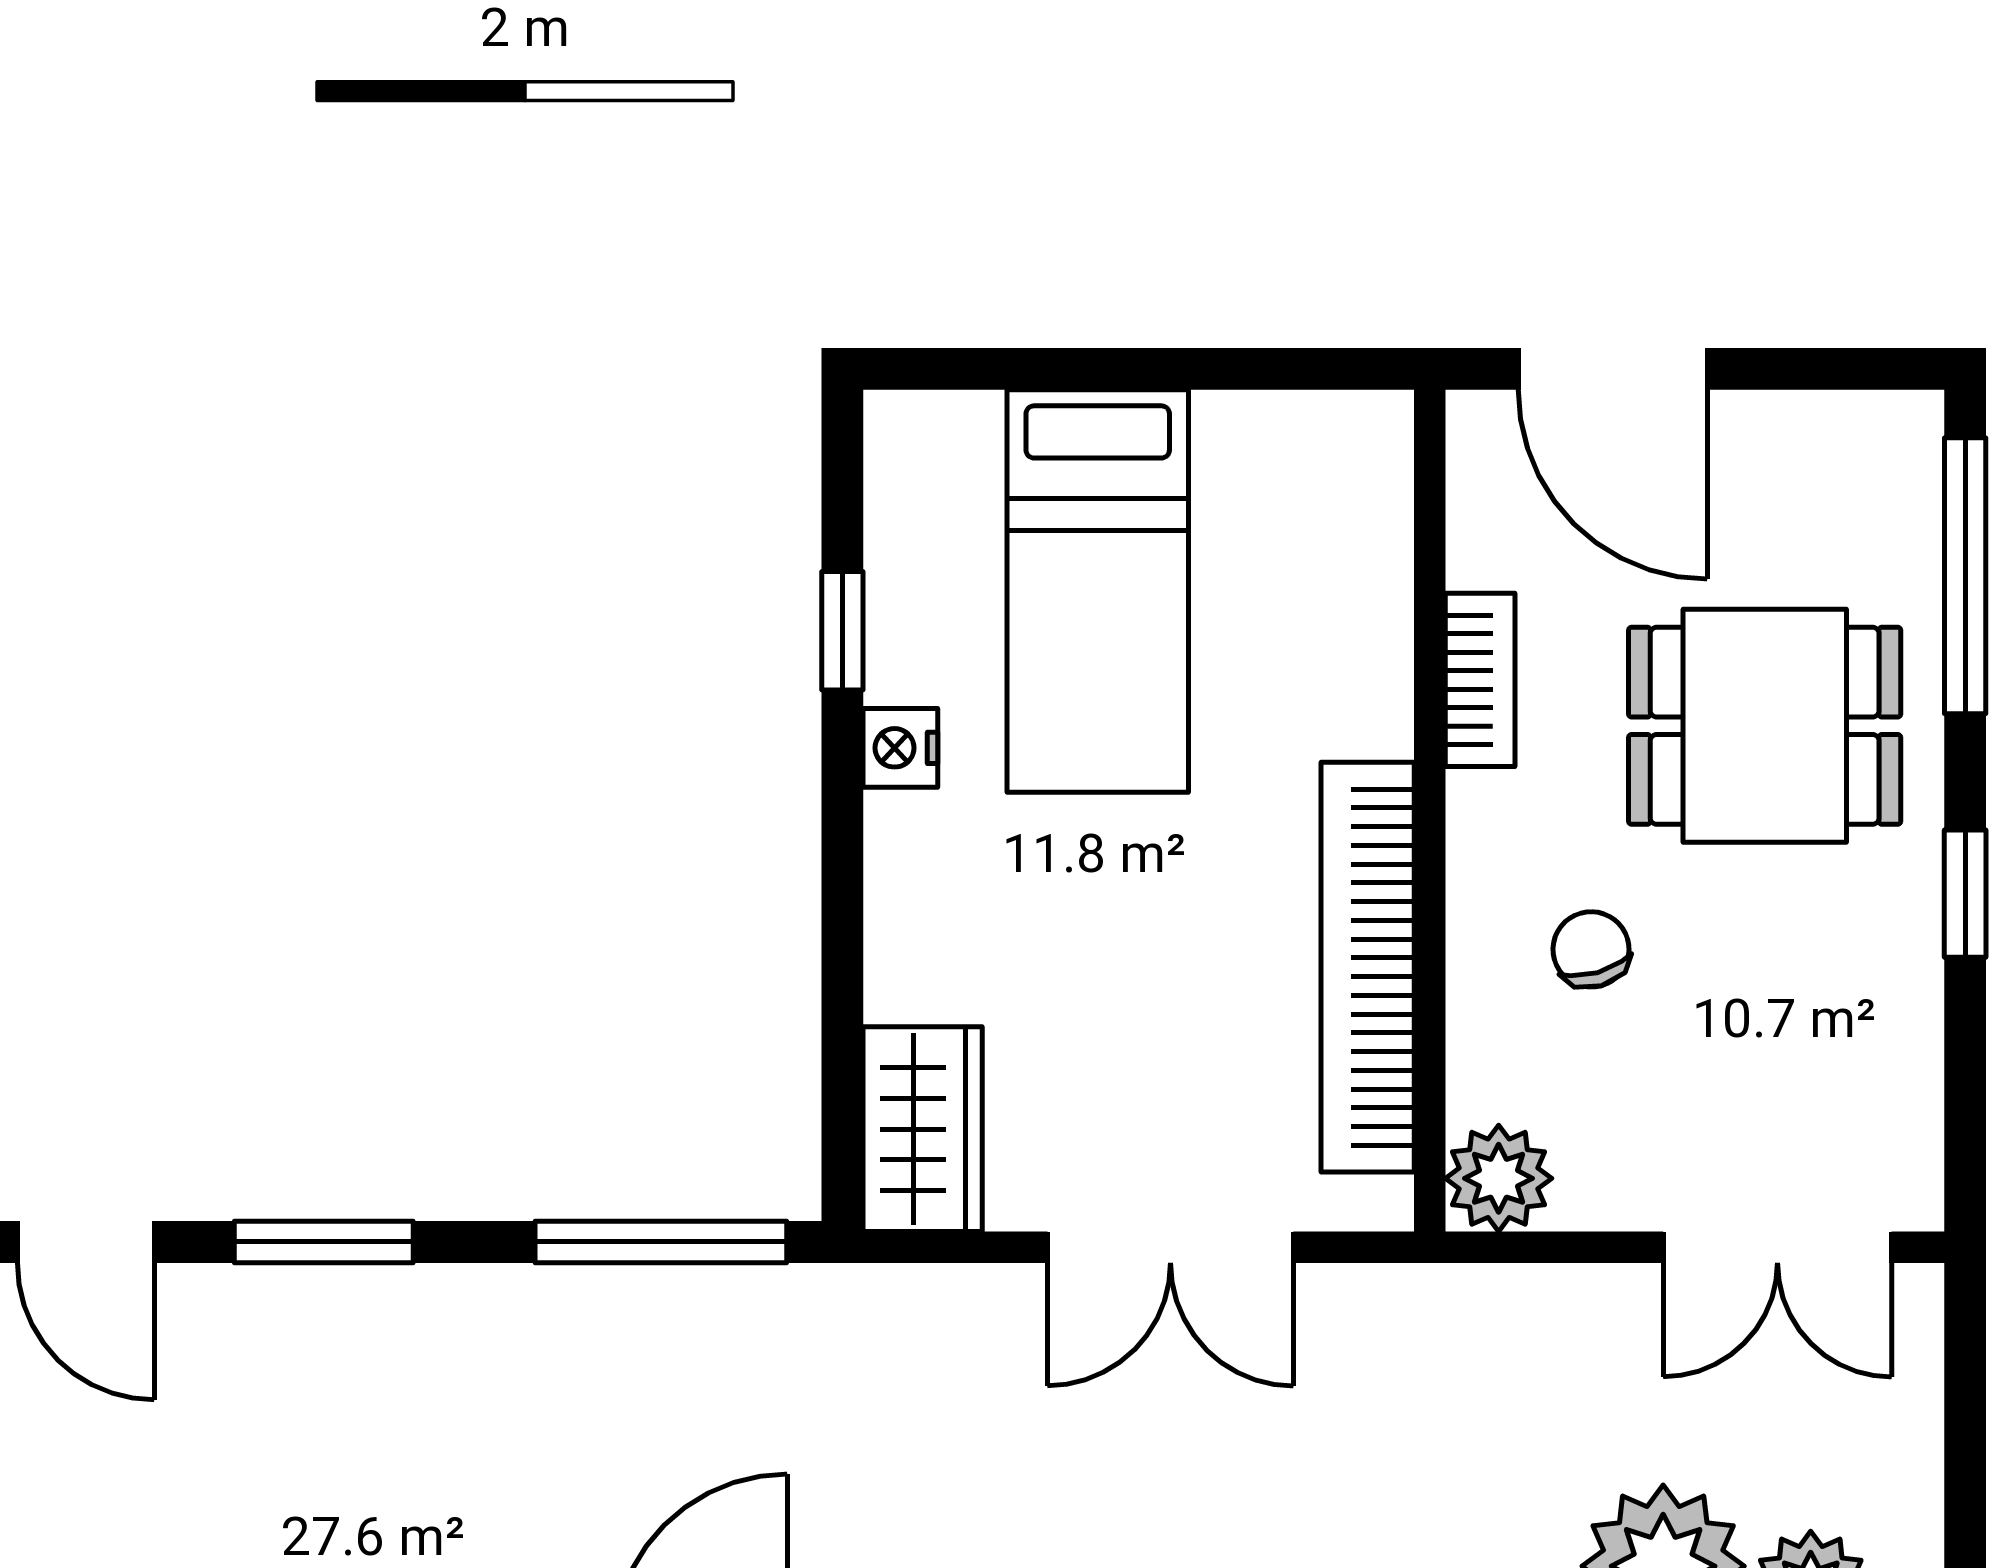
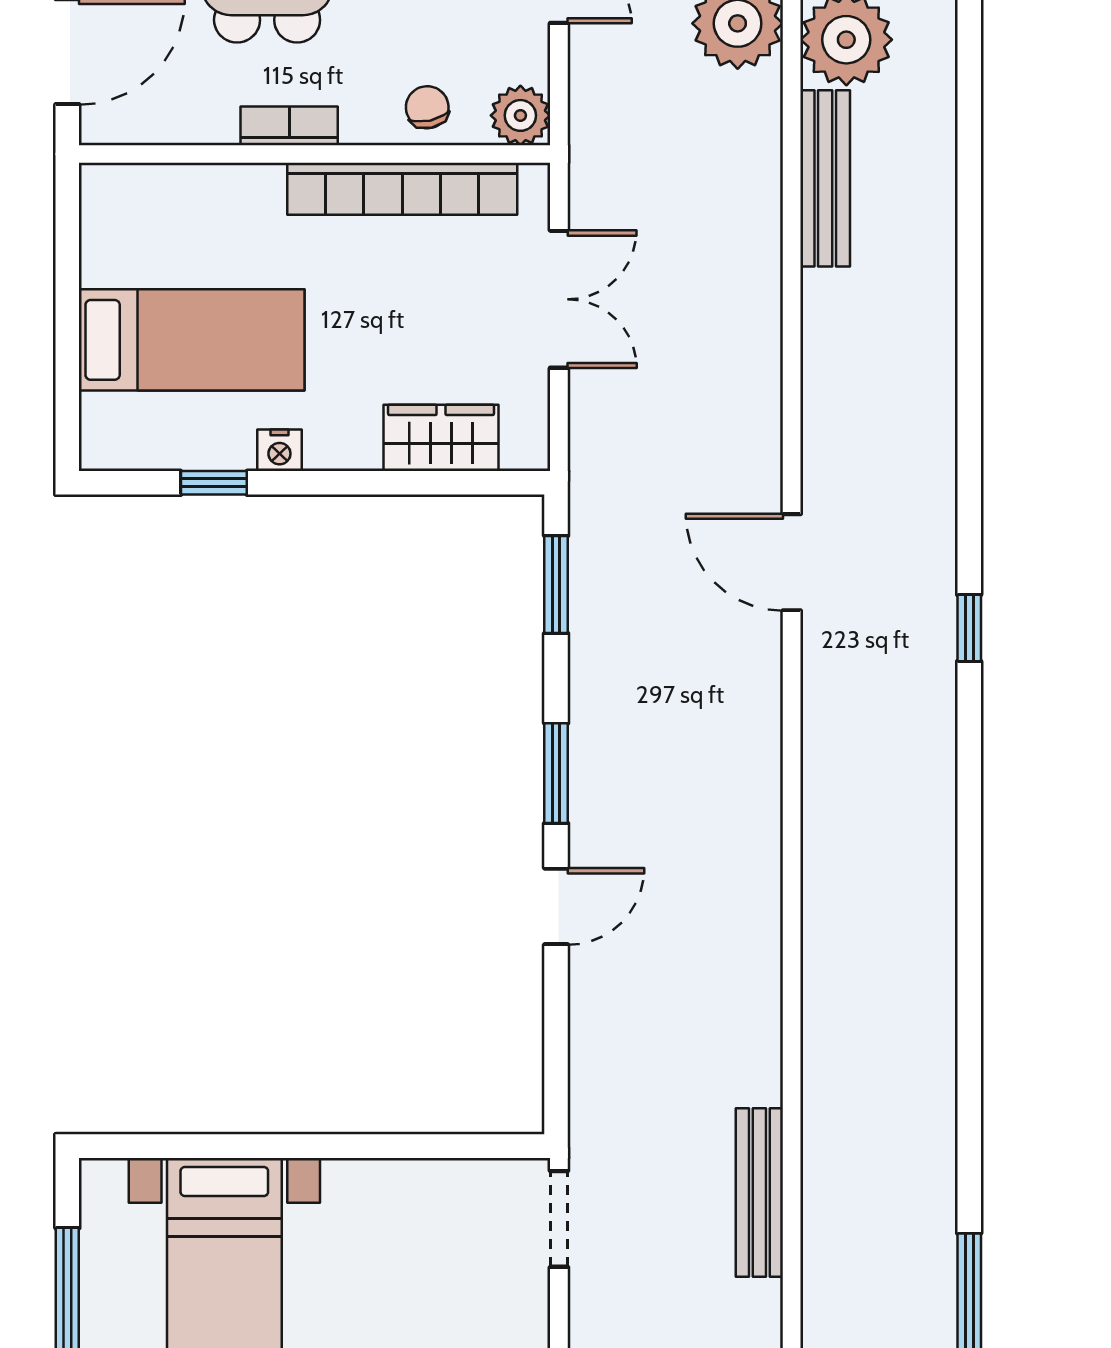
bookcase: (1480, 680) -> (289, 126), moved
chair: (1591, 949) -> (427, 107), moved, turned 94
wardrobe: (923, 1129) -> (441, 438), moved
window: (661, 1242) -> (556, 584), width x0.69

